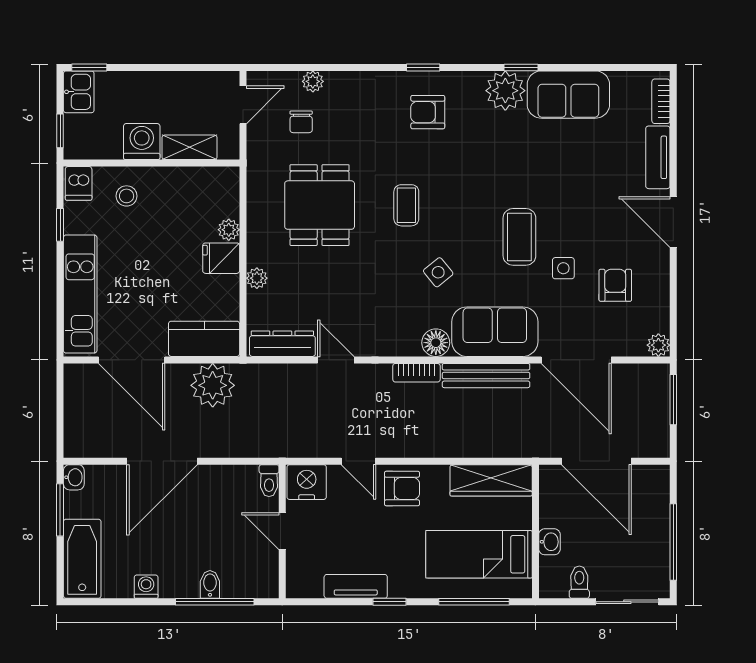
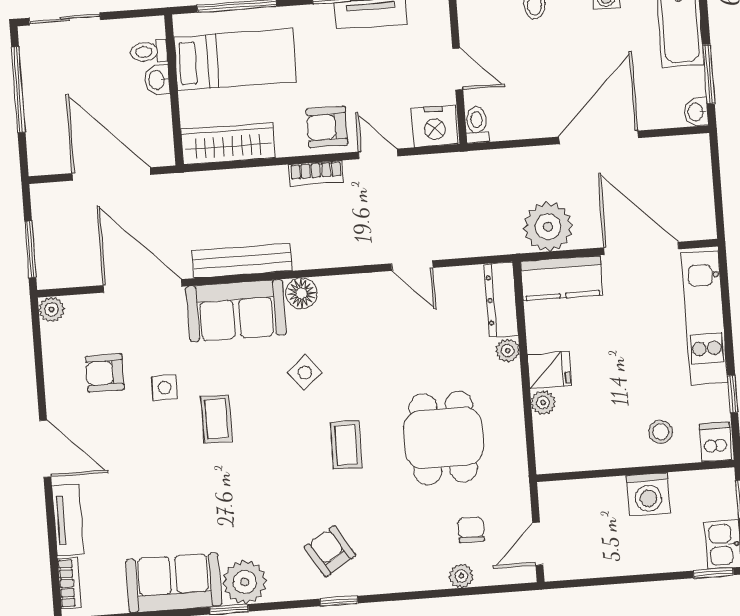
armchair: (428, 112) -> (330, 551), turned -122
shelving: (190, 147) -> (594, 492), removed
coffee table: (519, 237) -> (217, 419), width x0.73, depth x0.77
armchair: (615, 285) -> (105, 373), turned 90
dresser: (282, 344) -> (501, 300), moved, turned 90
bookcase: (416, 373) -> (316, 173), moved, turned 180
toilet: (579, 582) -> (149, 52), moved, turned 90

